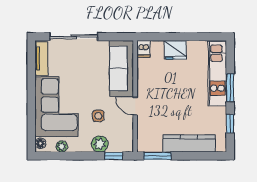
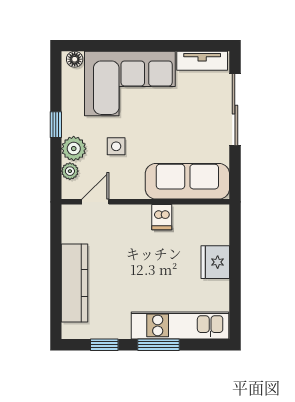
dishwasher: (143, 49) -> (162, 217), moved, turned -90
door: (135, 106) -> (95, 202), moved
plant: (62, 147) -> (70, 171), moved
window: (114, 156) -> (56, 125), moved
window: (158, 156) -> (56, 235), removed

